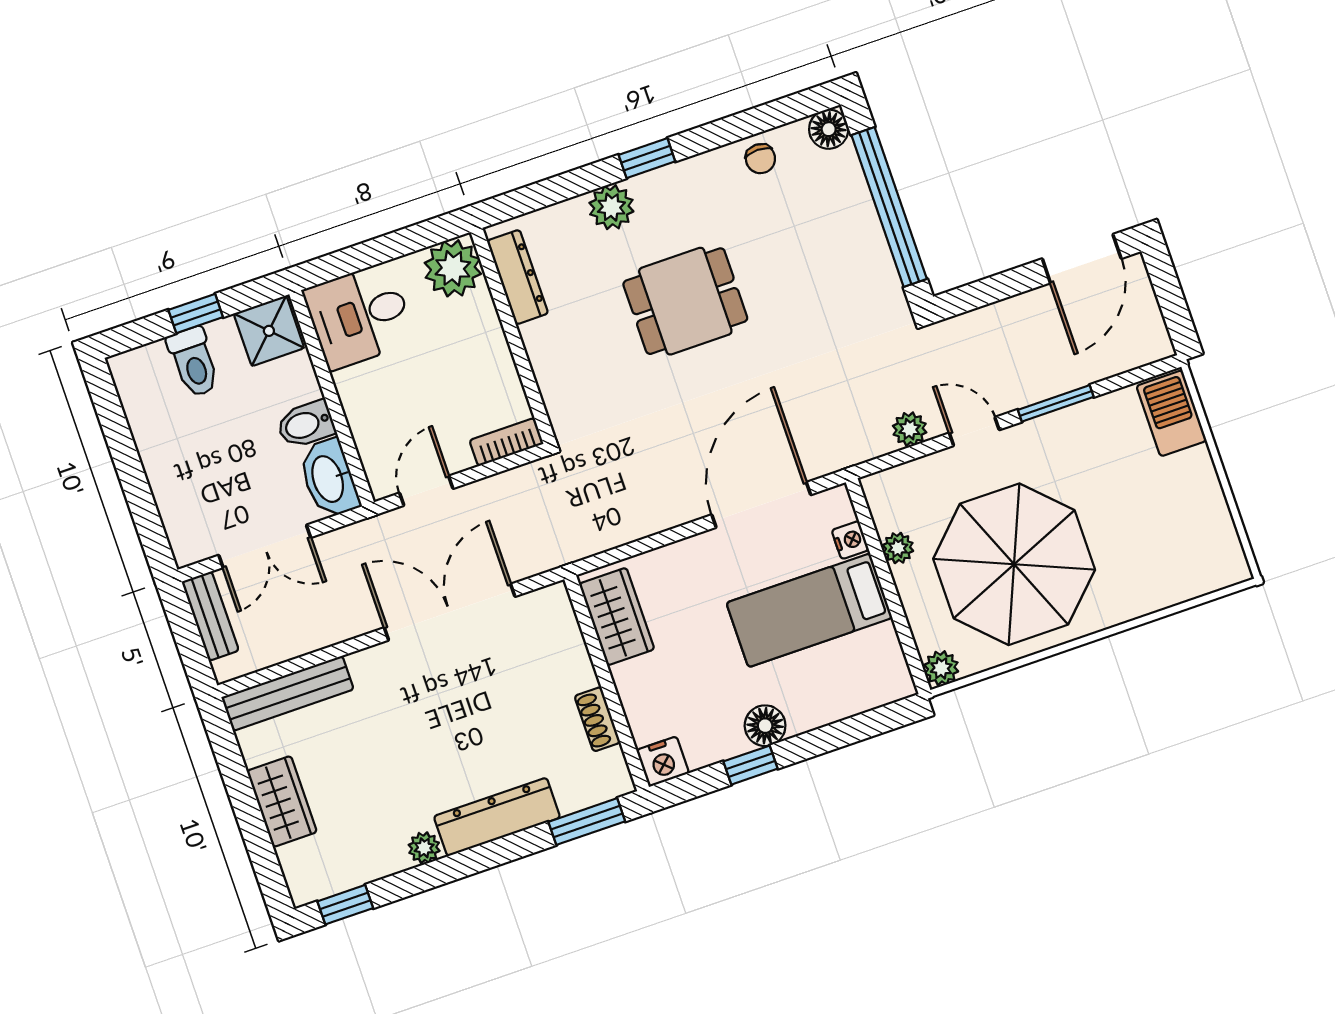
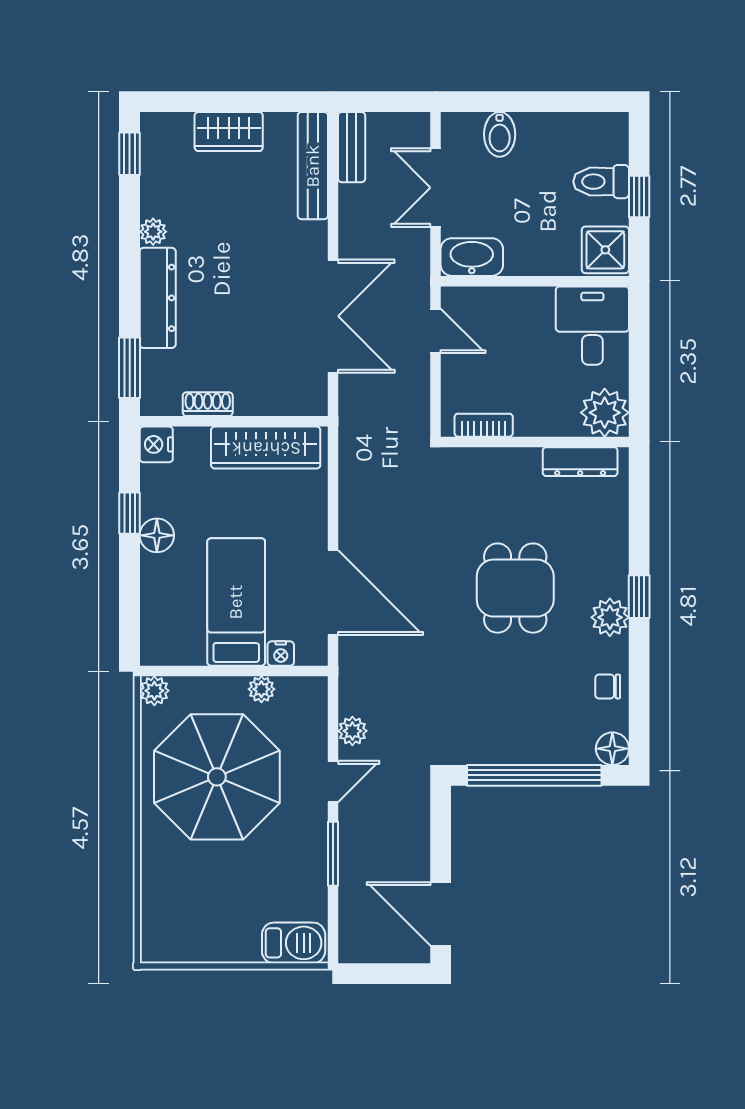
plant: (611, 207) -> (610, 617), moved
bidet: (306, 424) -> (500, 134), moved, turned 180
bookcase: (506, 442) -> (484, 425), moved, turned -90
bench: (210, 616) -> (352, 147), moved, turned 90
wardrobe: (617, 616) -> (266, 448), width x1.50

